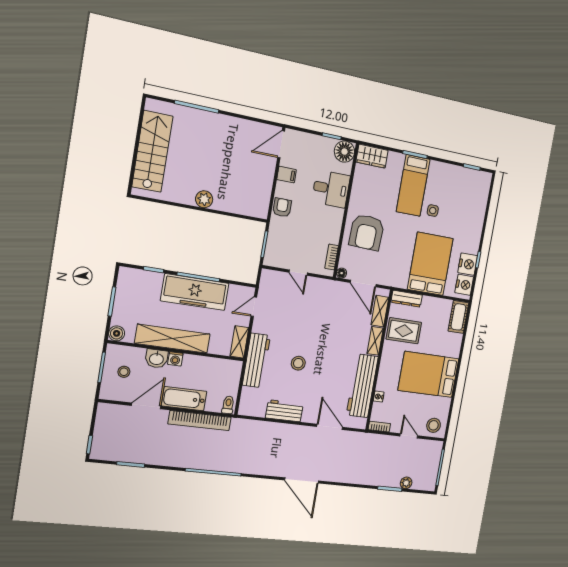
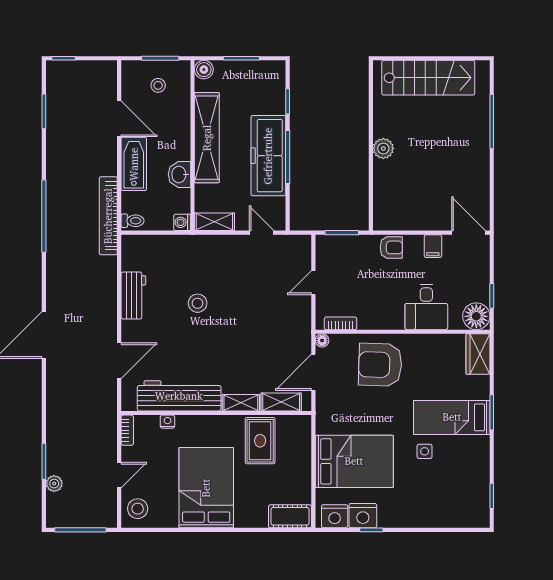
dresser: (407, 299) -> (303, 437), removed
washbasin: (156, 359) -> (179, 174), moved
washing machine: (175, 359) -> (182, 222), moved
workbench: (256, 360) -> (194, 248), removed
bookcase: (200, 421) -> (108, 216), moved

